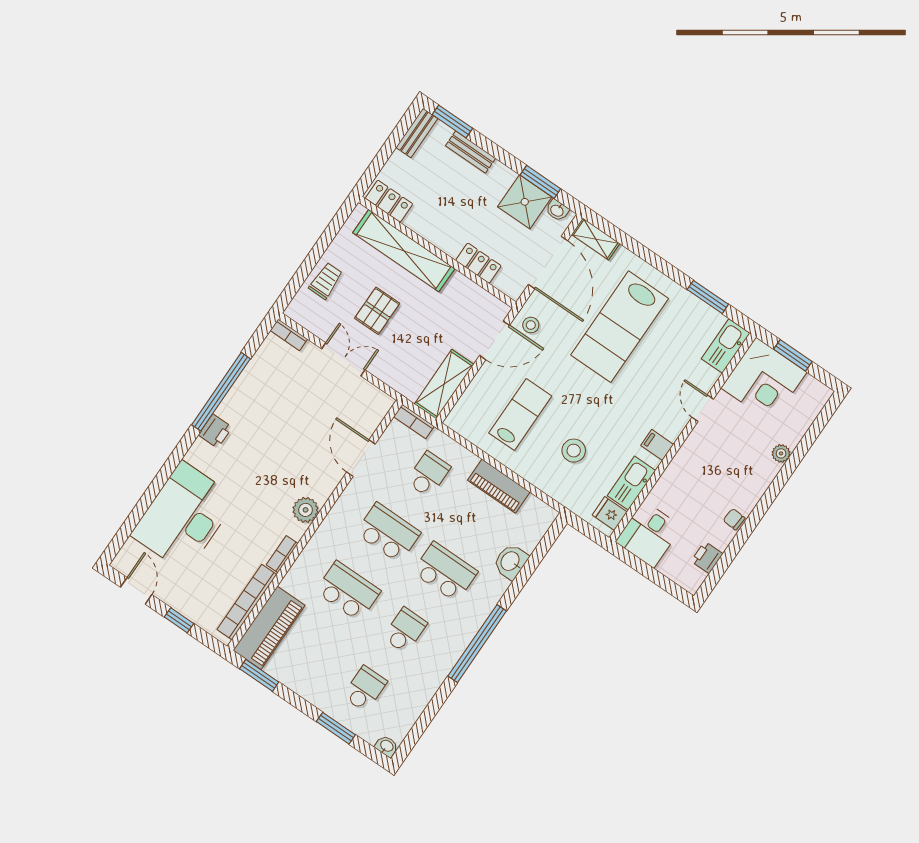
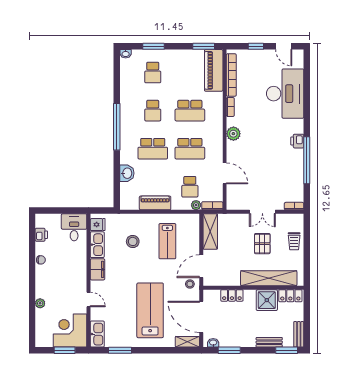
shower: (525, 202) -> (267, 300), moved
plant: (438, 440) -> (196, 205), added
filing cabinet: (657, 445) -> (98, 269), width x2.00

